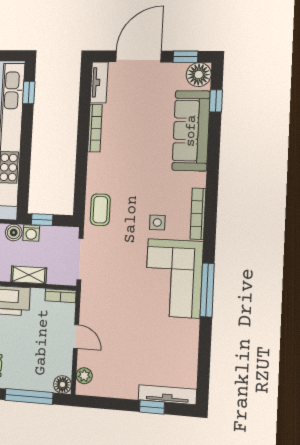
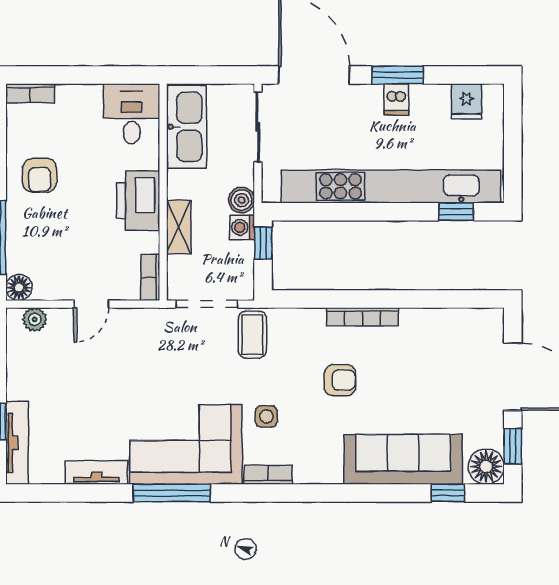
tv unit: (99, 82) -> (96, 472), moved, turned 180
bookcase: (95, 128) -> (362, 317), moved
armchair: (135, 172) -> (340, 380), added
coffee table: (100, 210) -> (252, 335), moved, turned 90
bookcase: (198, 214) -> (268, 475), width x0.64

